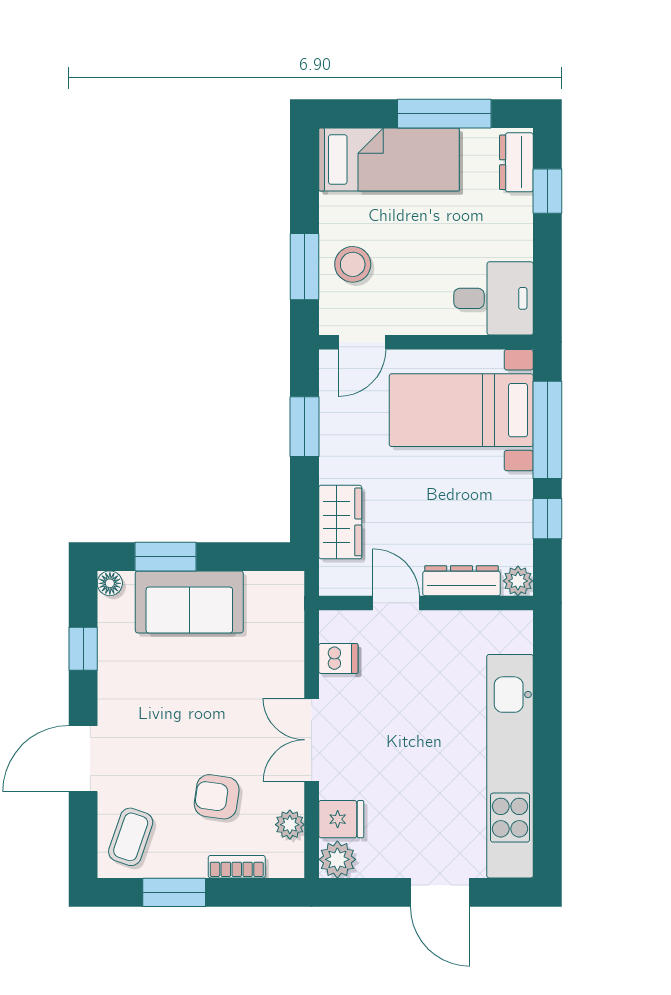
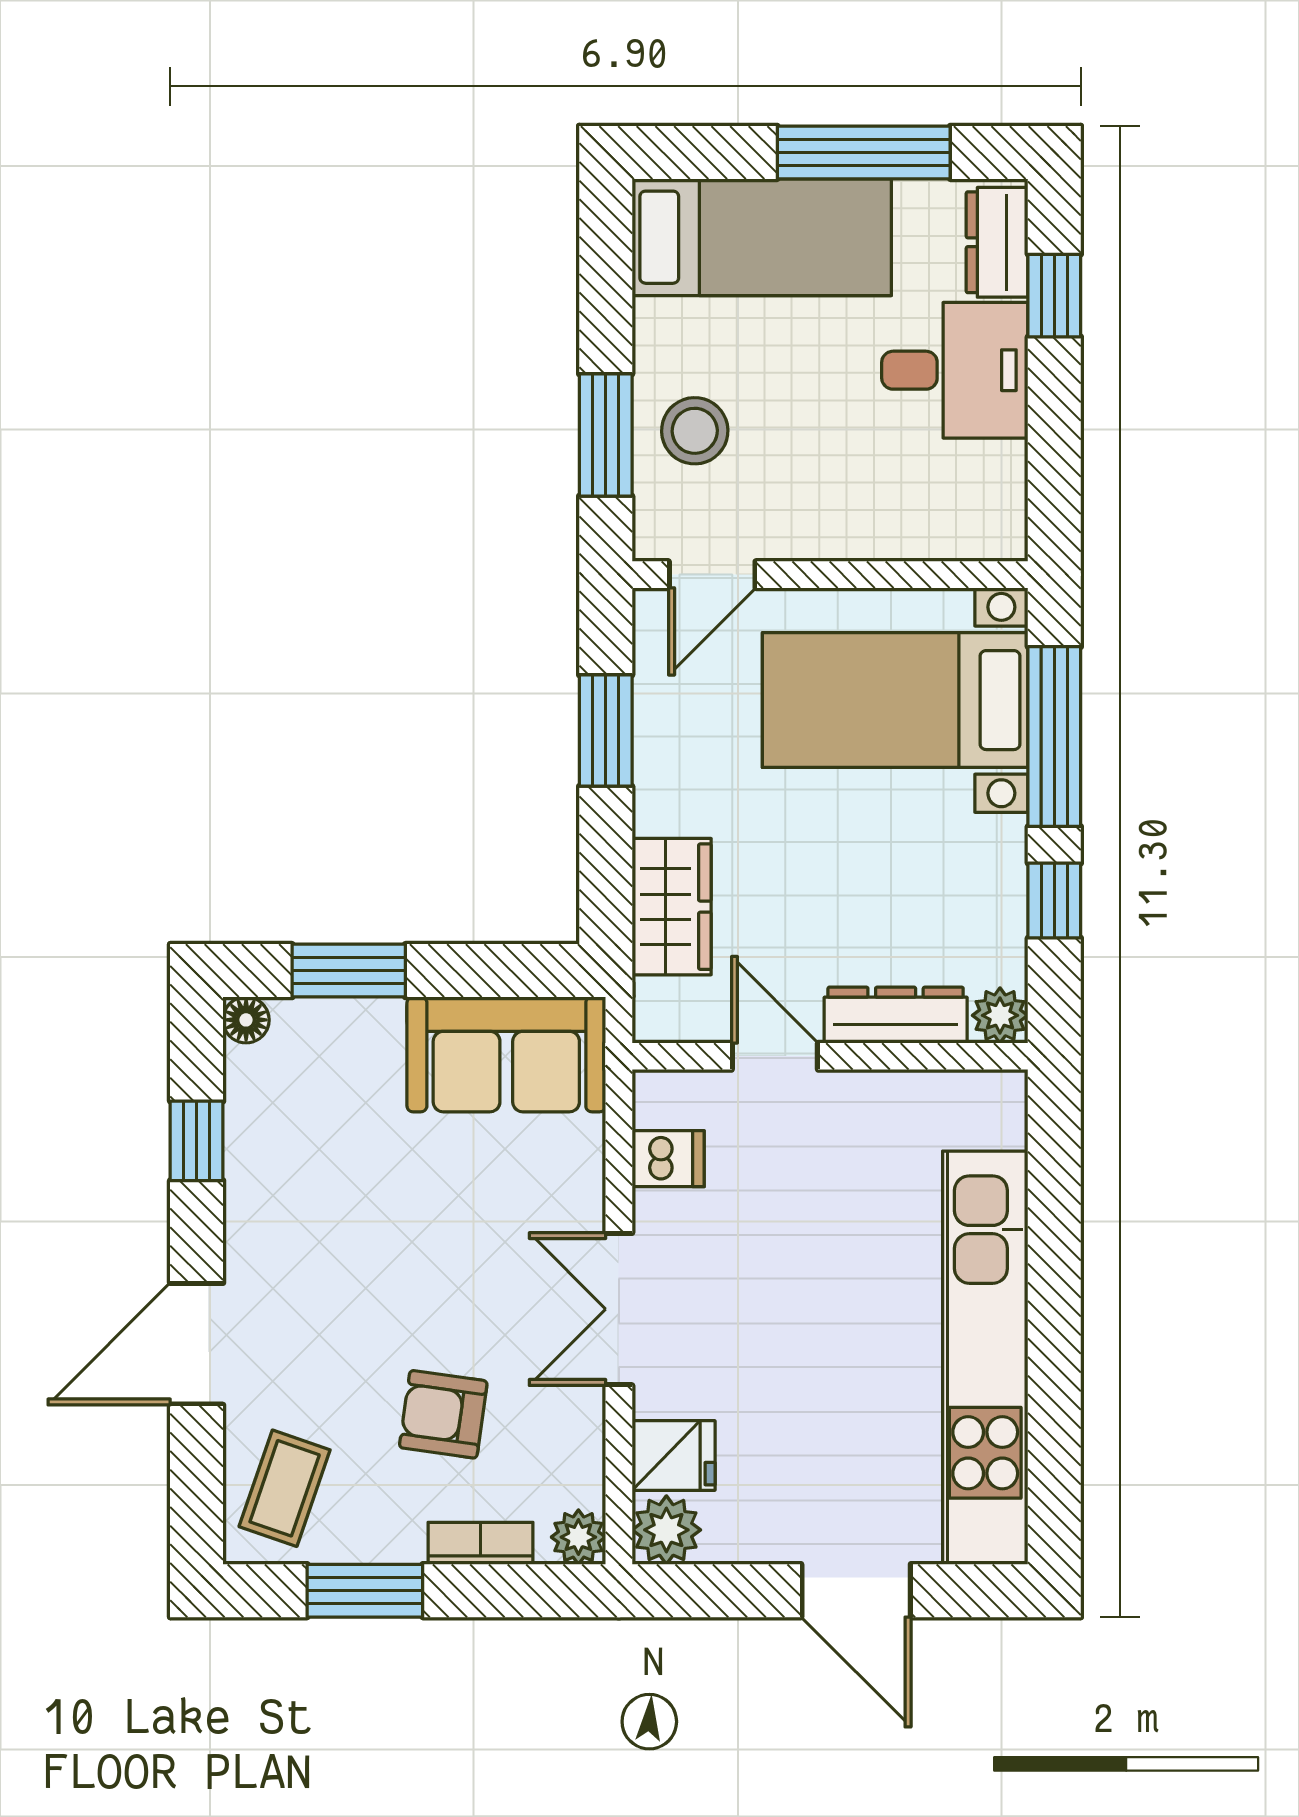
desk: (494, 298) -> (955, 370), moved
sofa: (189, 602) -> (506, 1054), moved
plant: (290, 825) -> (578, 1537), moved

